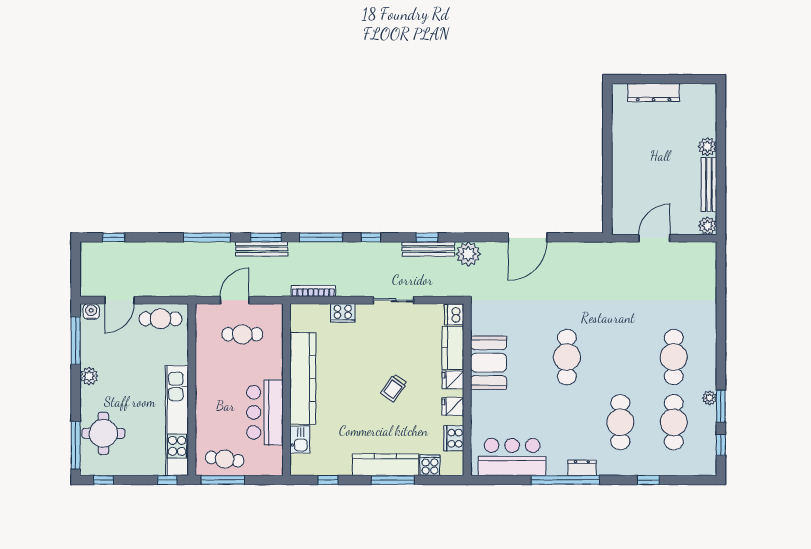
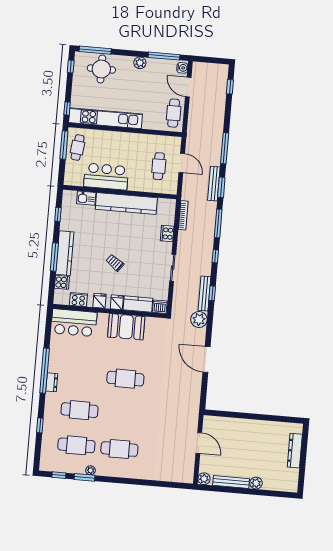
bar counter: (512, 457) -> (74, 323), moved, turned 90

